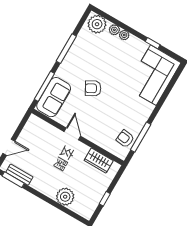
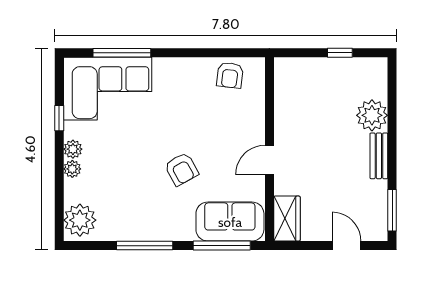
plant: (114, 30) -> (73, 149), moved
window: (141, 137) -> (122, 53), moved
wardrobe: (99, 161) -> (287, 219), moved
bench: (19, 175) -> (379, 156), moved

